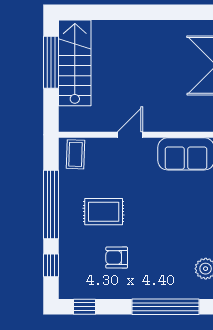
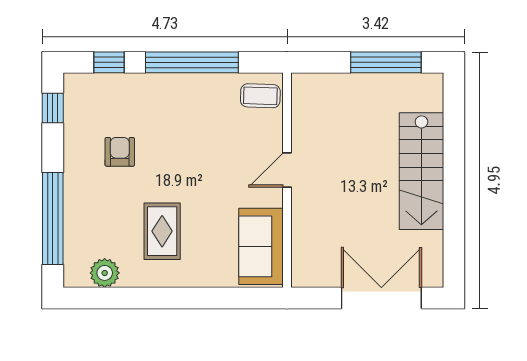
stairs: (75, 63) -> (421, 171), moved, turned 90
door: (130, 135) -> (287, 170), swing flipped
rug: (104, 212) -> (162, 231), moved

